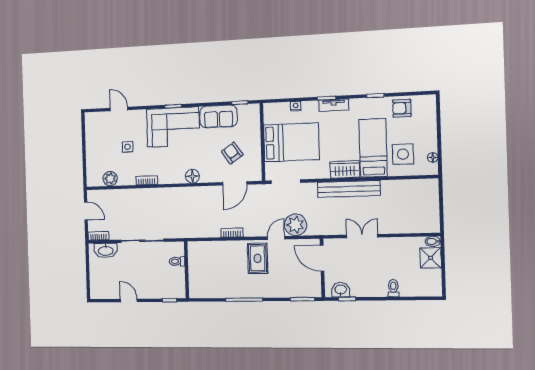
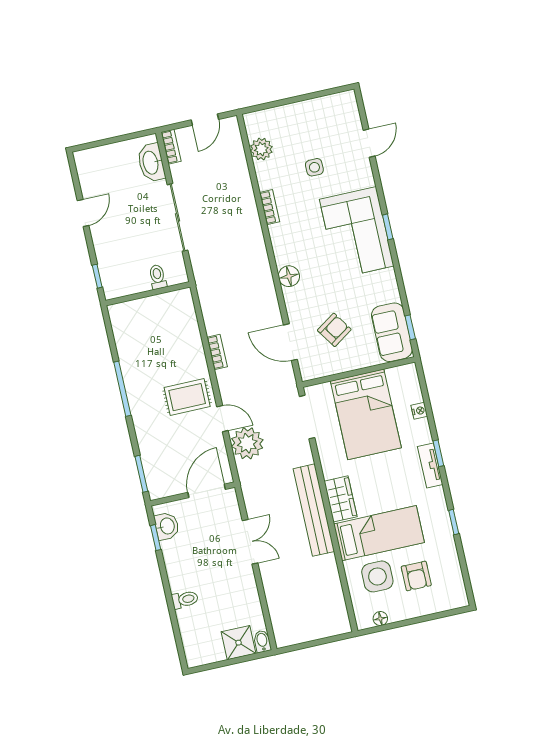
armchair: (402, 108) -> (416, 576), moved, turned 180
sofa: (218, 116) -> (392, 332), moved

